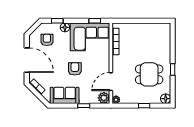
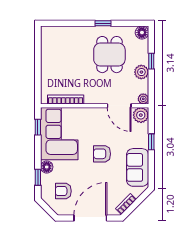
plant: (136, 98) -> (141, 72), added

